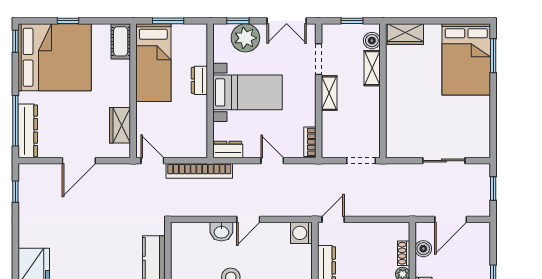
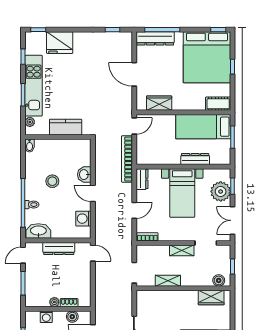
wardrobe: (405, 34) -> (211, 298), moved, turned -90
shelving: (372, 68) -> (168, 281), moved
dresser: (199, 80) -> (195, 159), width x1.44
washing machine: (301, 233) -> (83, 219), moved, turned -90

